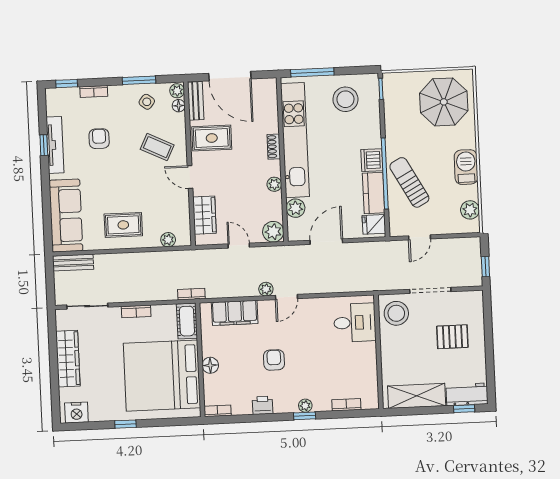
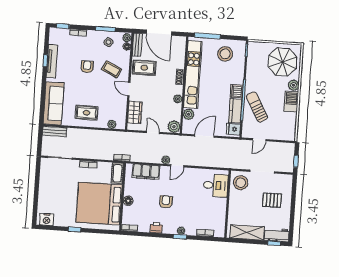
armchair: (99, 139) -> (87, 67), moved
plant: (470, 210) -> (294, 85), moved
wardrobe: (68, 359) -> (45, 187), removed

